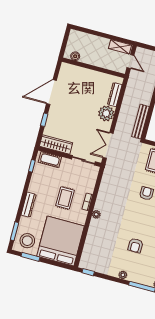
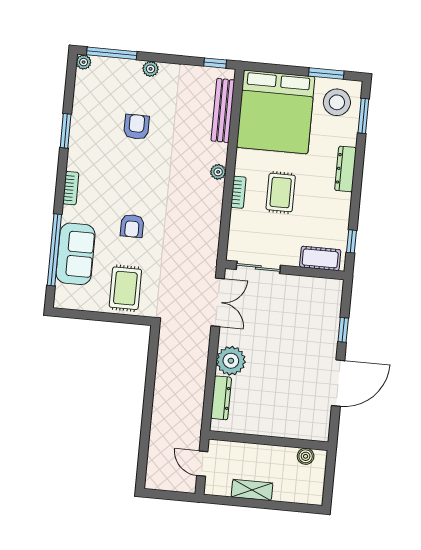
shelving: (120, 47) -> (252, 490), moved
bench: (141, 122) -> (223, 110), moved
wardrobe: (56, 145) -> (314, 288), removed

